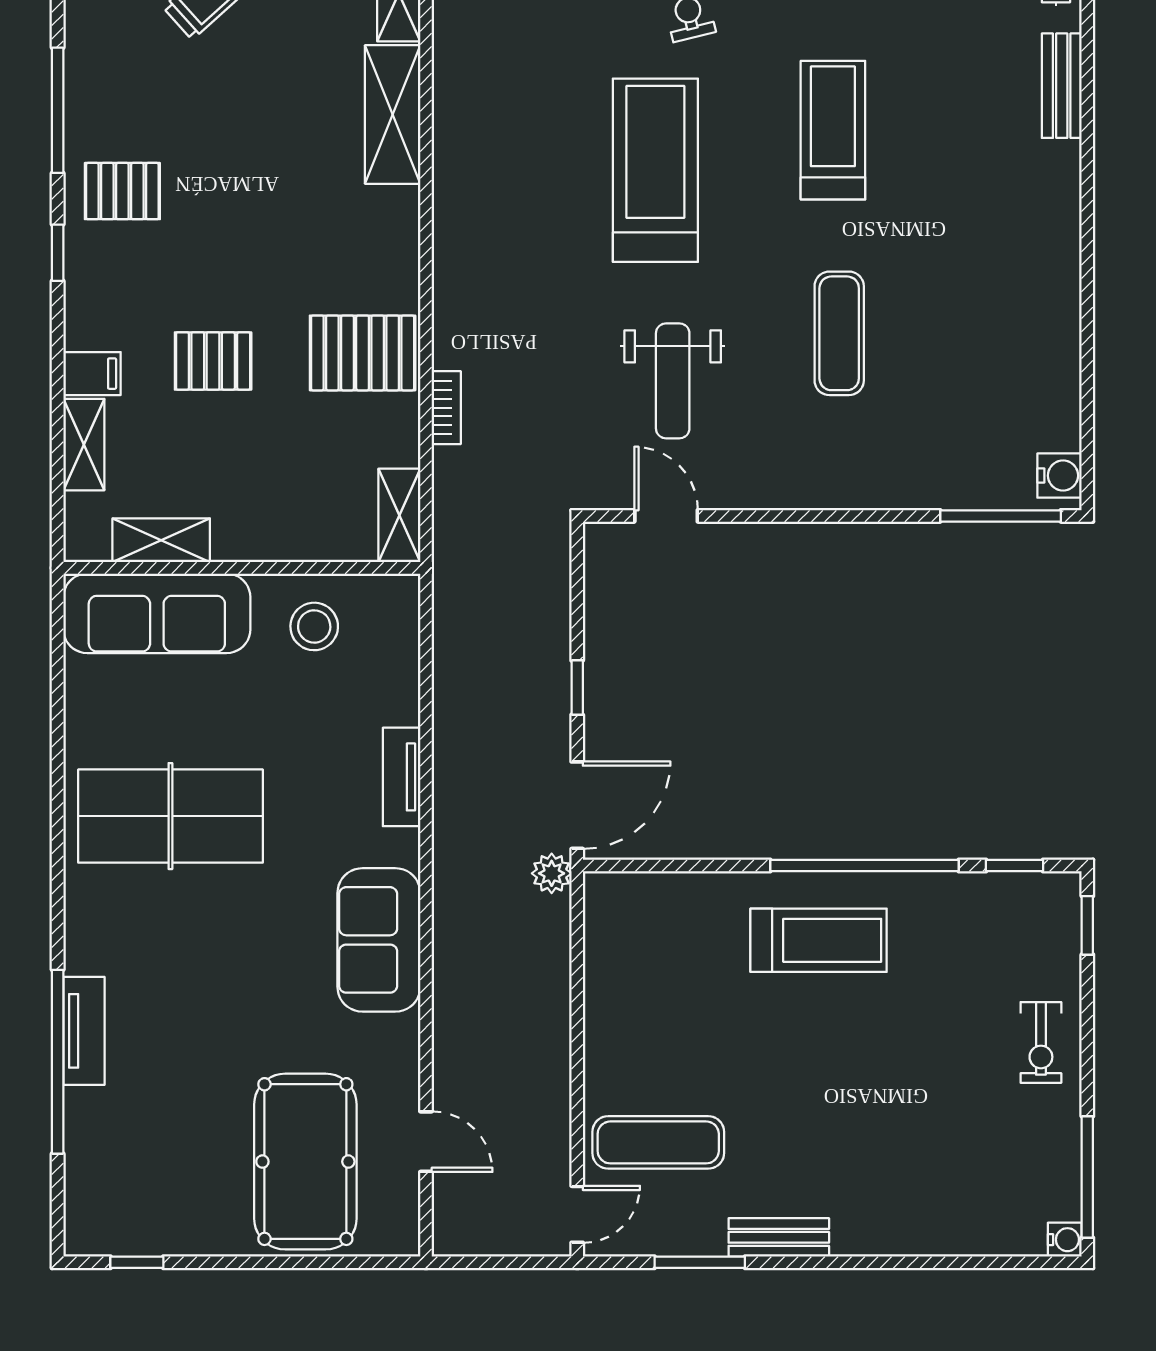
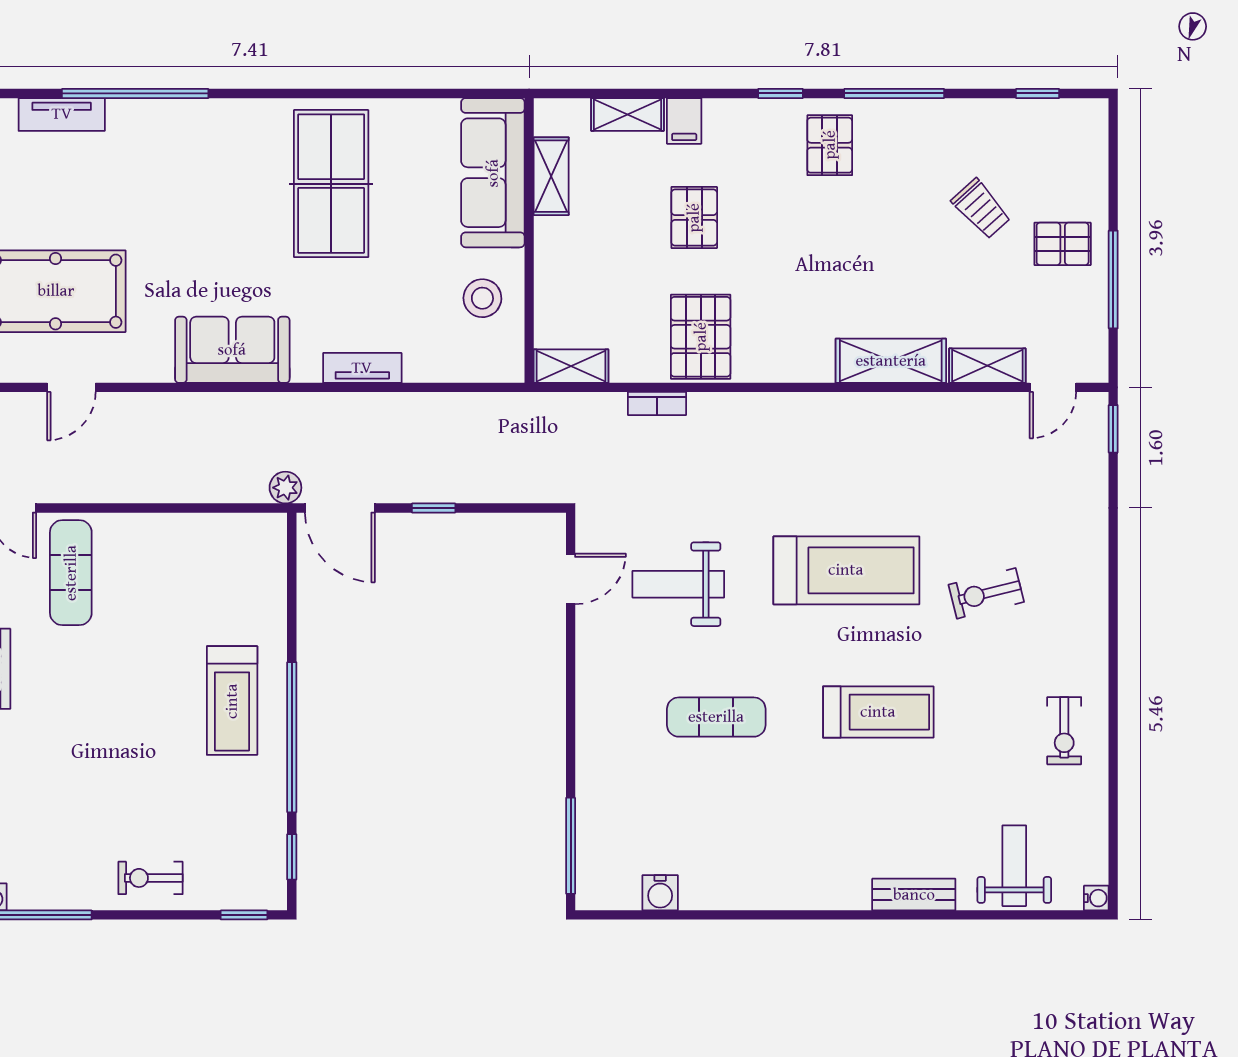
water cooler: (1060, 476) -> (660, 893), moved
tv unit: (84, 1031) -> (62, 114), moved

